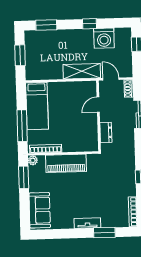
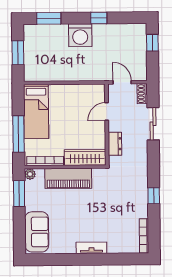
washing machine: (104, 38) -> (80, 35), moved
shelving: (82, 71) -> (89, 73), removed
wardrobe: (80, 145) -> (85, 157), added
window: (104, 232) -> (111, 259), removed

